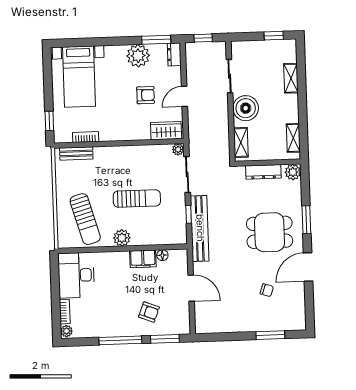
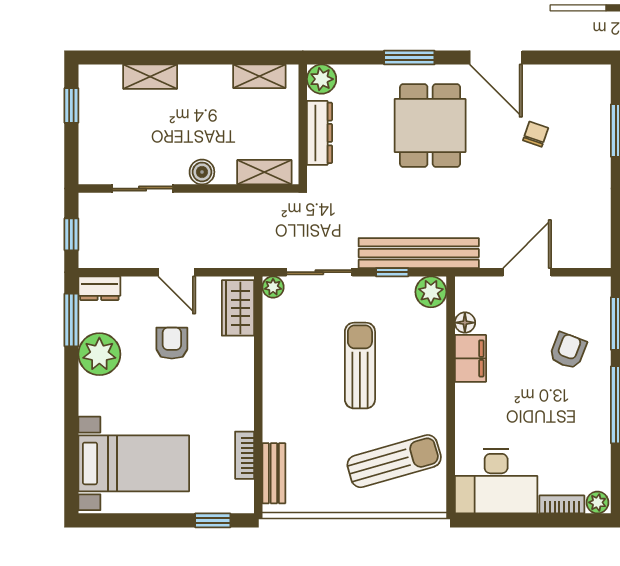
boiler: (246, 108) -> (202, 172), width x0.54, depth x0.54
plant: (122, 238) -> (431, 292), moved

